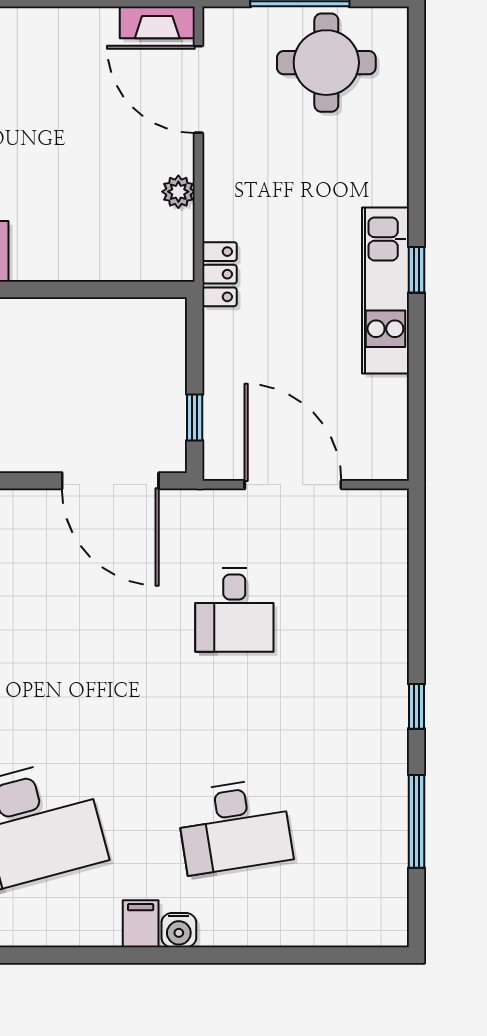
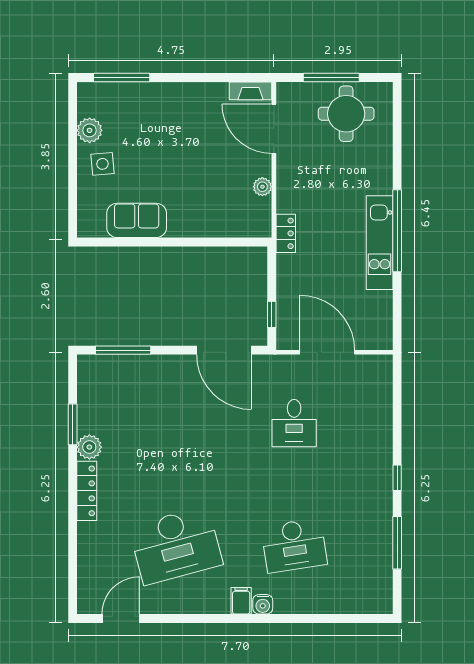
window: (417, 270) -> (397, 231), width x3.17

